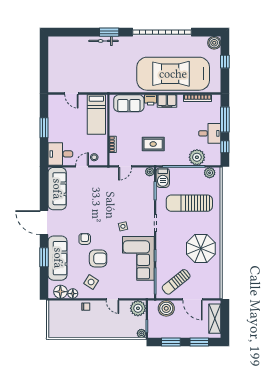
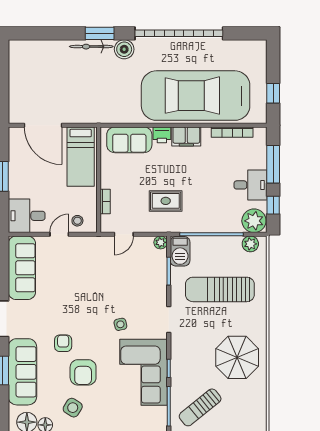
boiler: (214, 43) -> (124, 49), moved
window: (225, 62) -> (273, 93), moved
door: (71, 94) -> (43, 125), width x1.87
plant: (197, 157) -> (254, 221), moved
armchair: (98, 258) -> (83, 372), turned 90

